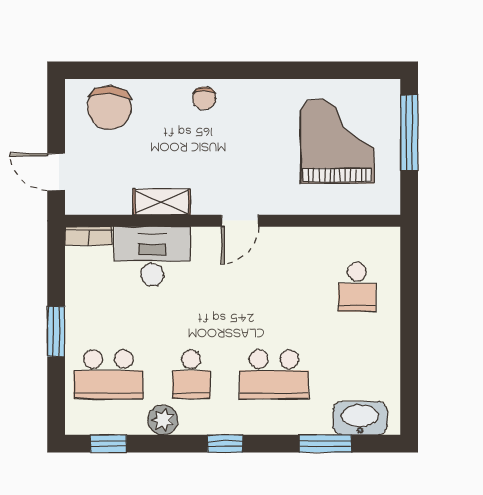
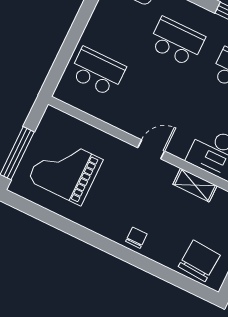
grand piano: (337, 141) -> (65, 170), turned 90
school desk: (357, 287) -> (97, 72), width x1.85

